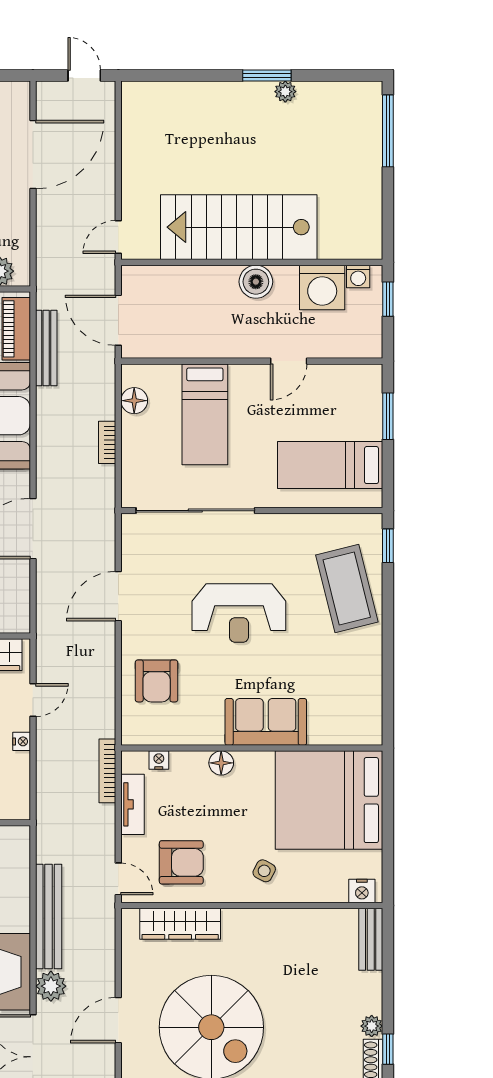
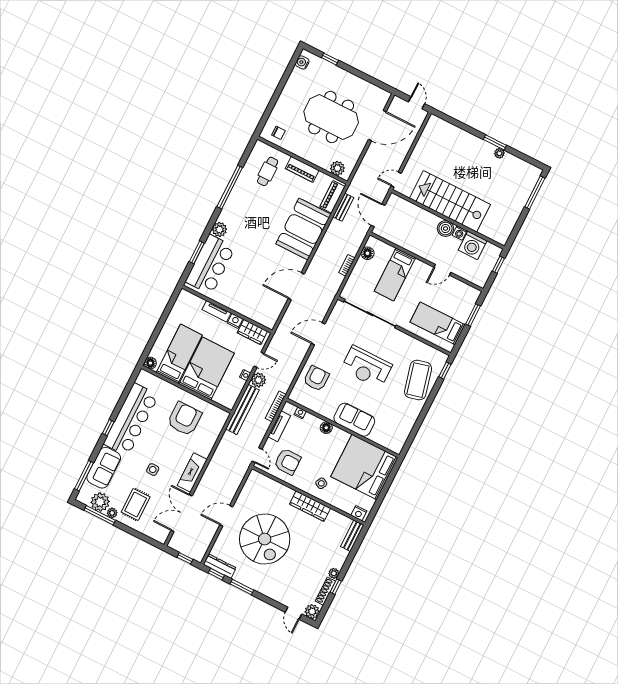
washing machine: (358, 276) -> (460, 233), moved
bench: (46, 348) -> (343, 207), width x0.73
armchair: (157, 681) -> (316, 378), turned 180
bench: (49, 917) -> (242, 409), moved
wardrobe: (180, 924) -> (310, 506), moved
plant: (51, 986) -> (258, 380), moved

